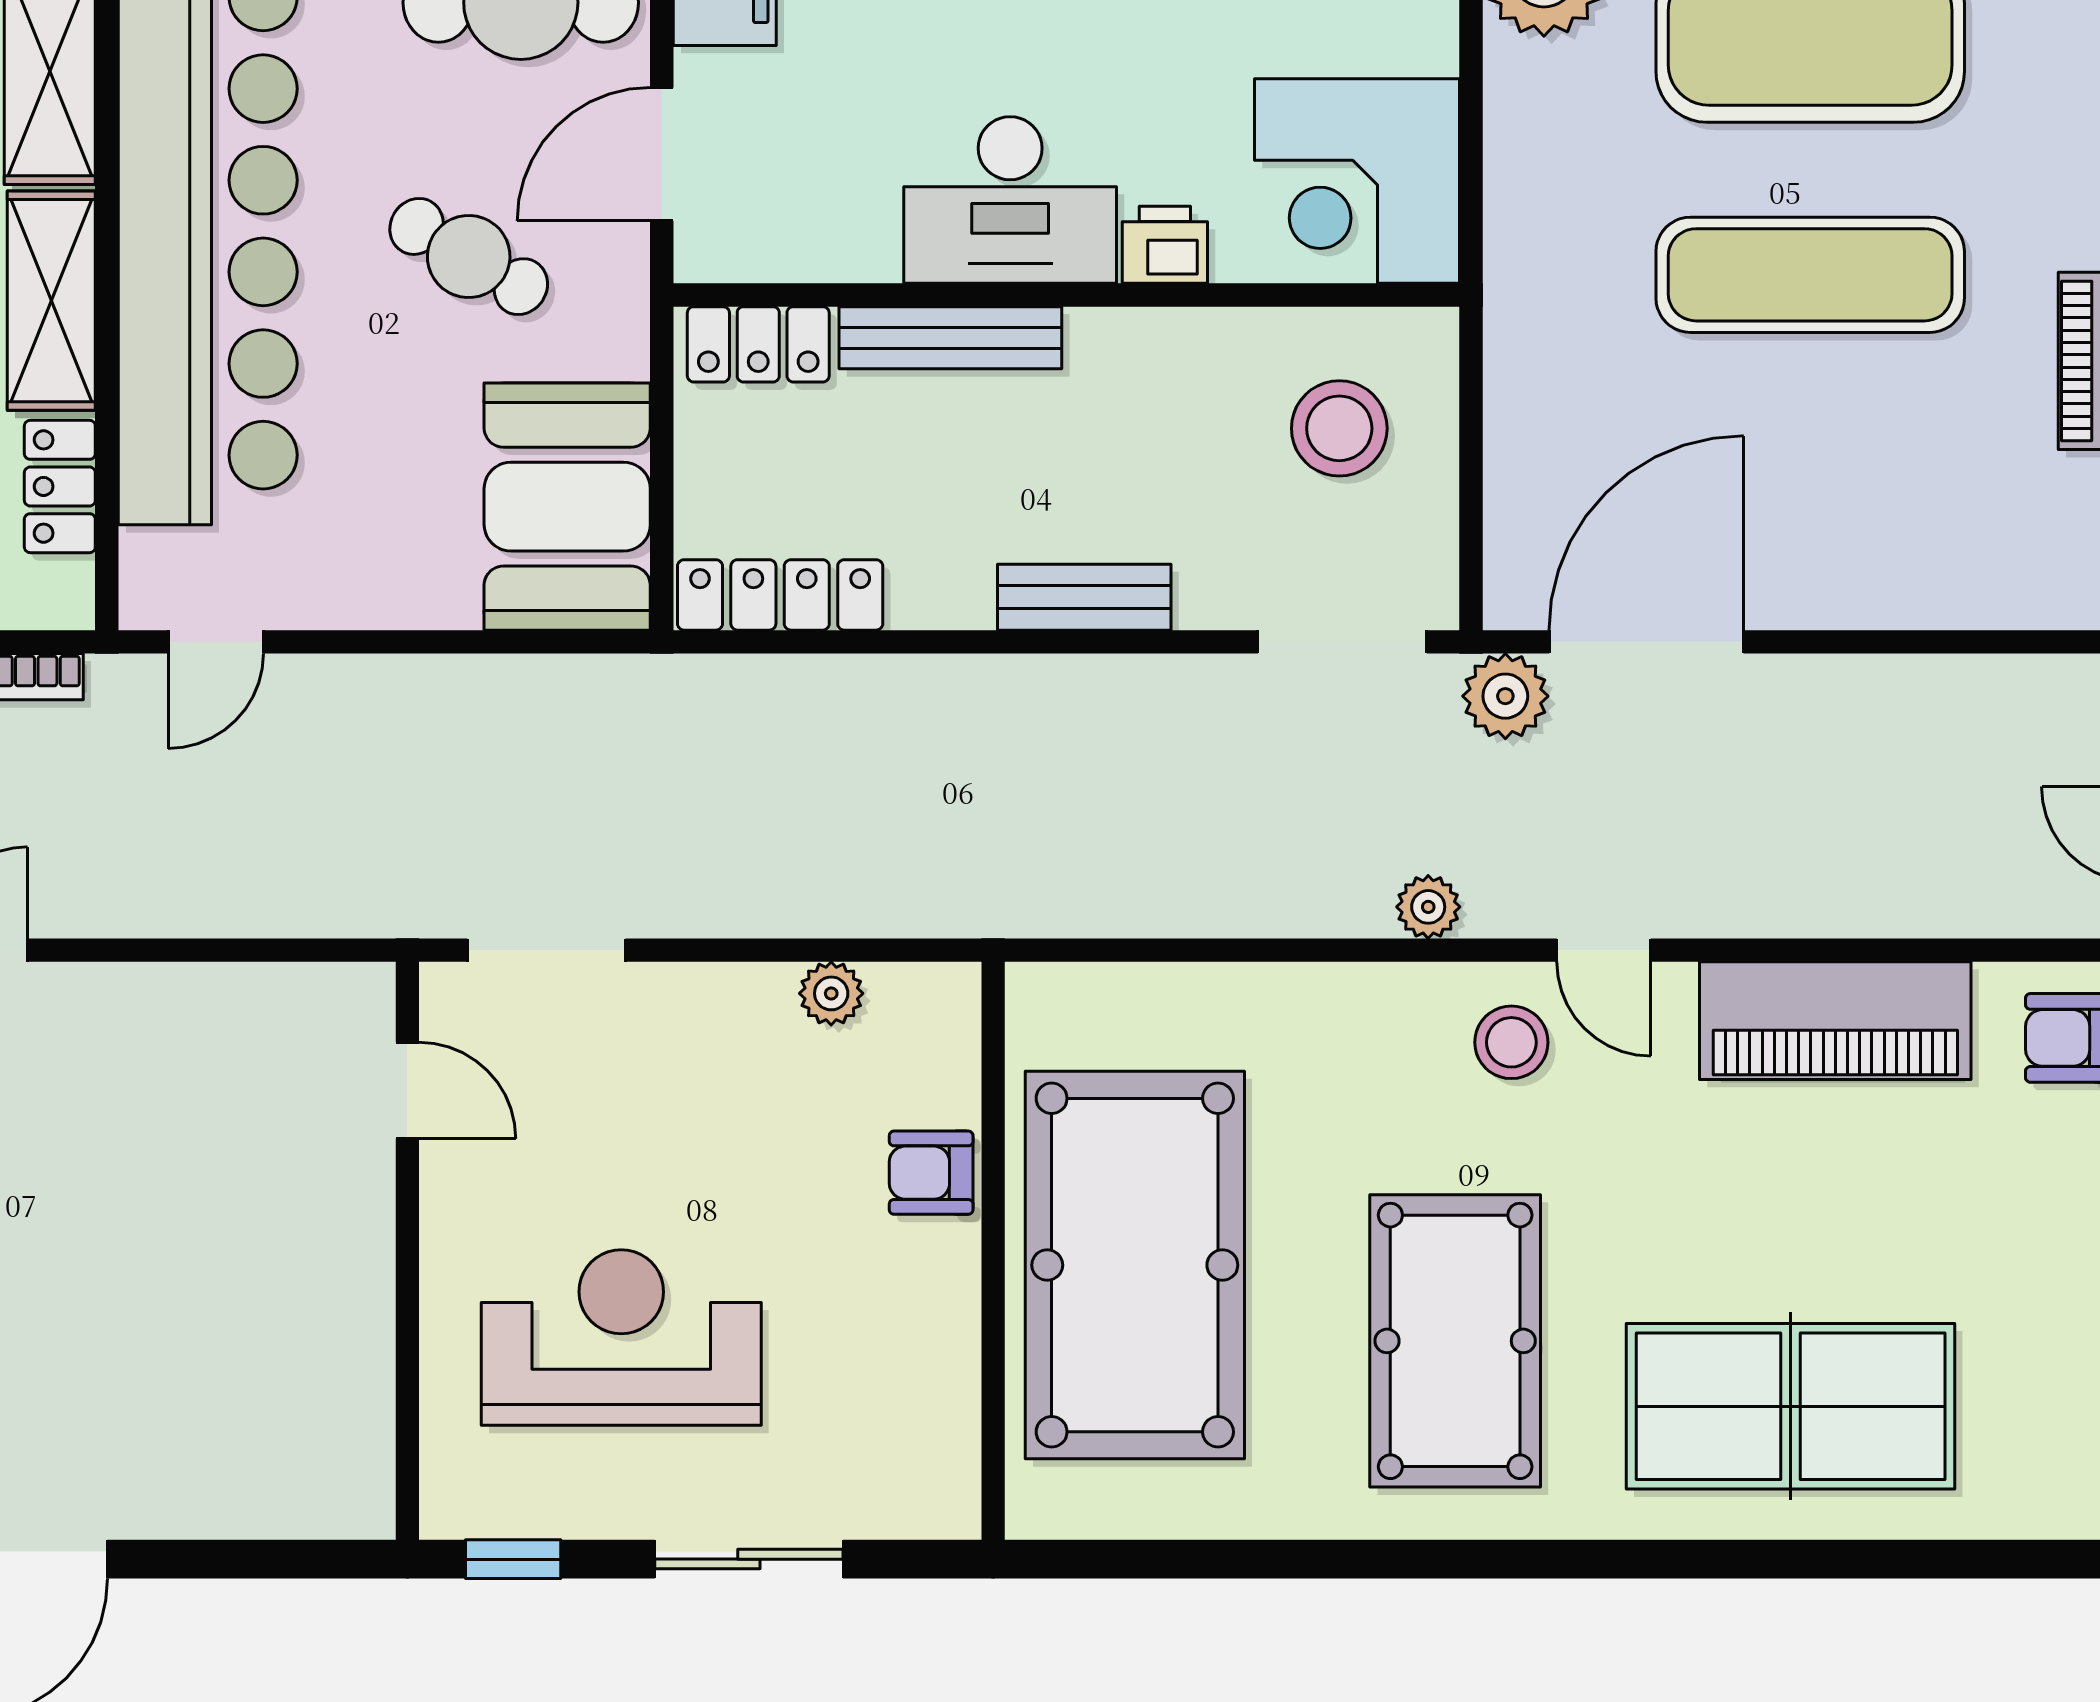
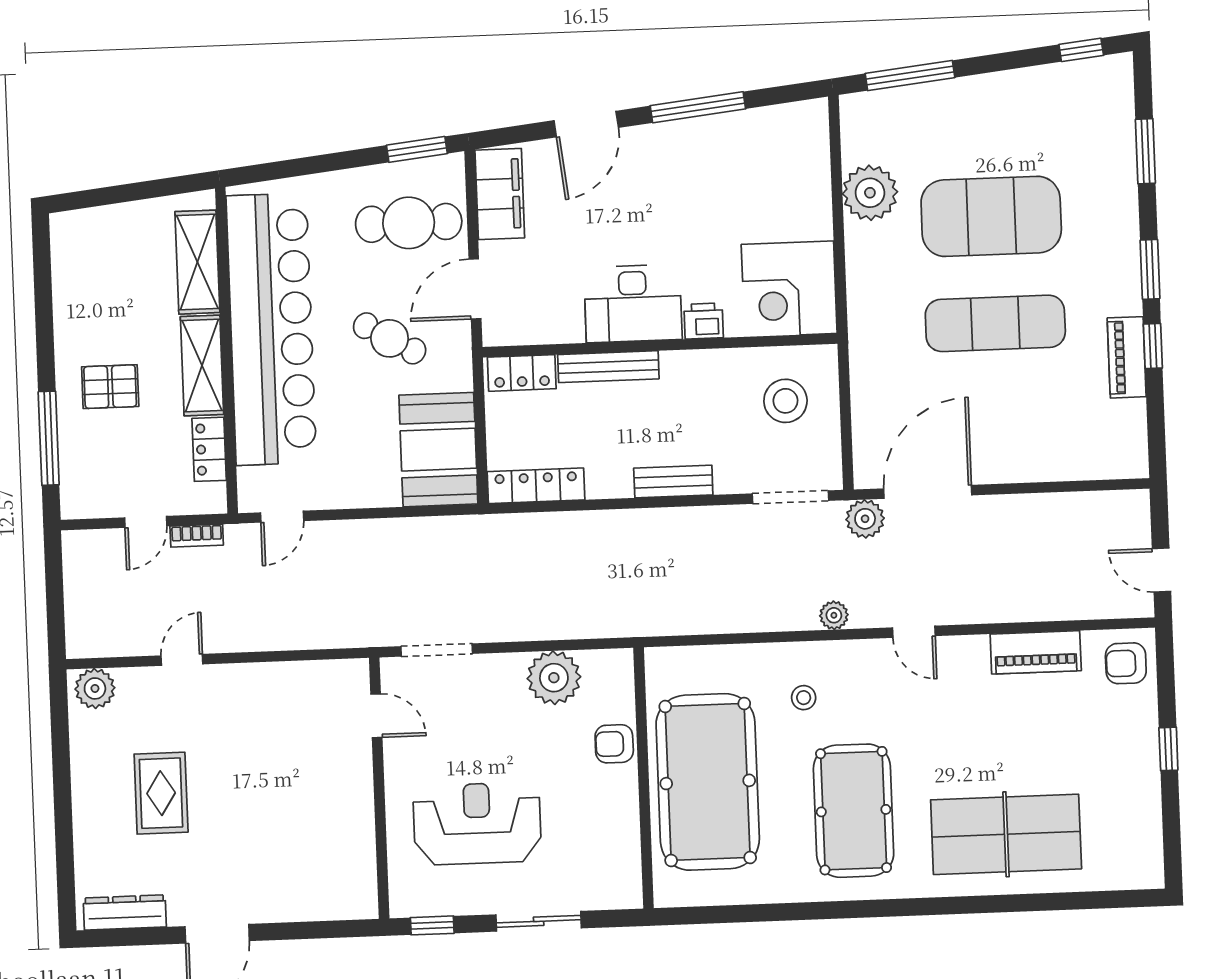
plant: (831, 993) -> (554, 678), width x1.88, depth x1.88
piano: (1835, 1021) -> (1036, 652), width x0.73, depth x0.75
stool: (1511, 1042) -> (804, 698), moved, width x0.73, depth x0.73

